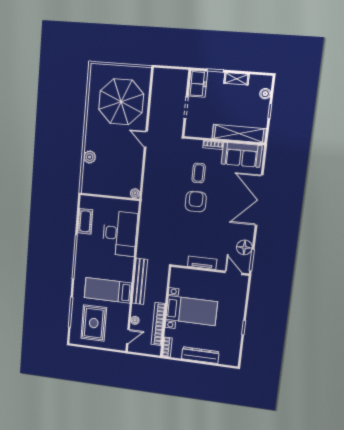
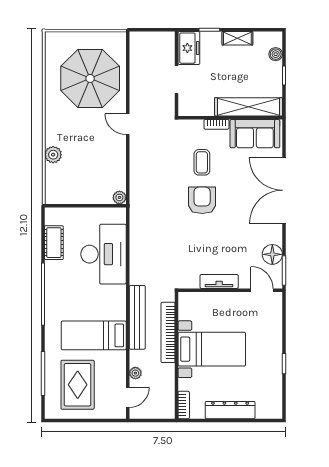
bookcase: (158, 324) -> (168, 332), moved

